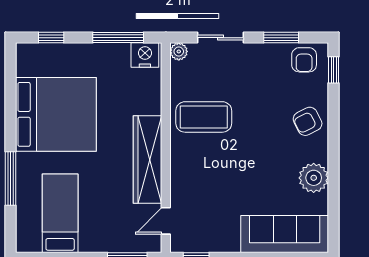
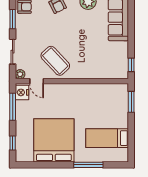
coffee table: (204, 117) -> (55, 61), turned -43
wardrobe: (148, 160) -> (78, 91), removed
door: (166, 221) -> (37, 81), moved

